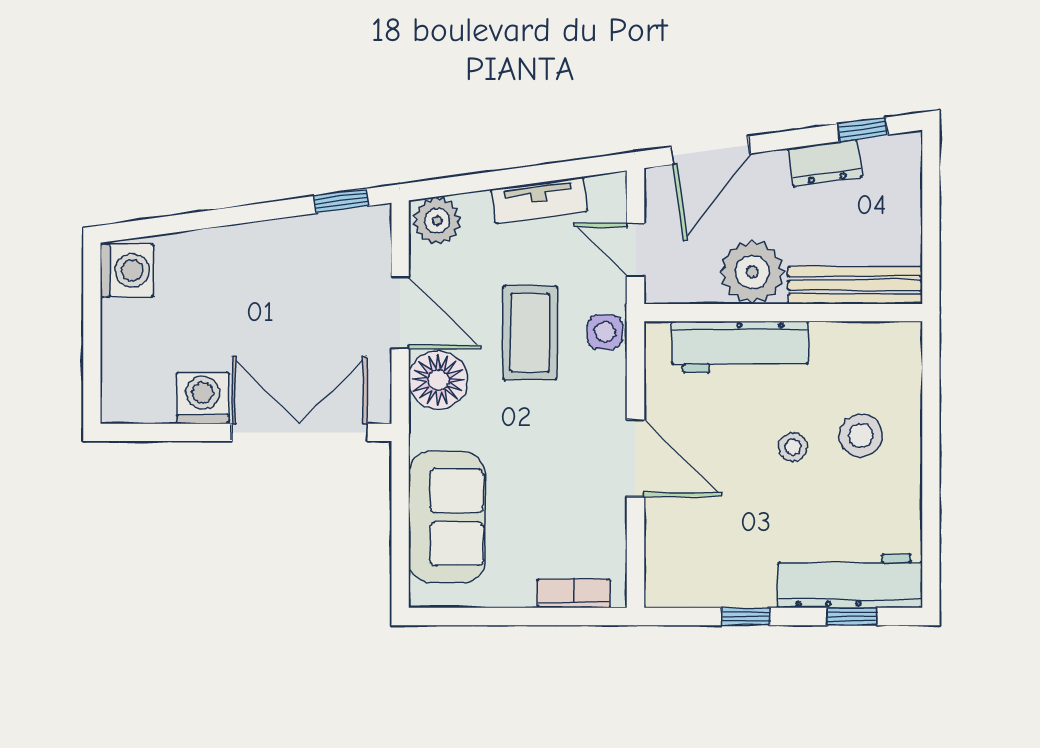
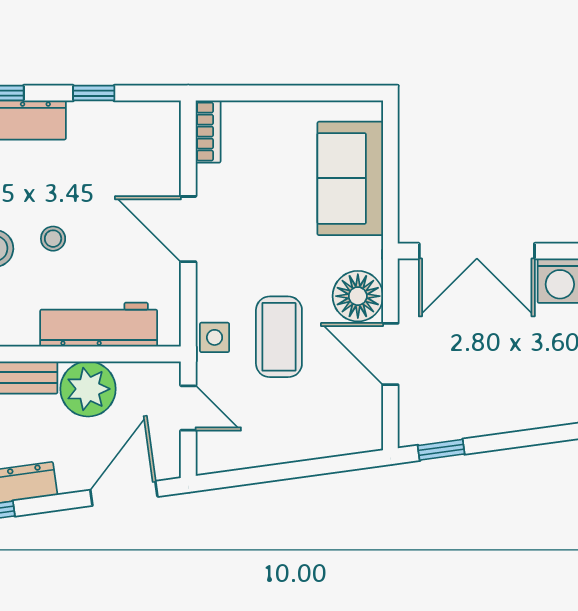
tv unit: (539, 200) -> (271, 450), removed
plant: (437, 221) -> (359, 433), removed
bookcase: (574, 593) -> (208, 132), moved, turned -90

